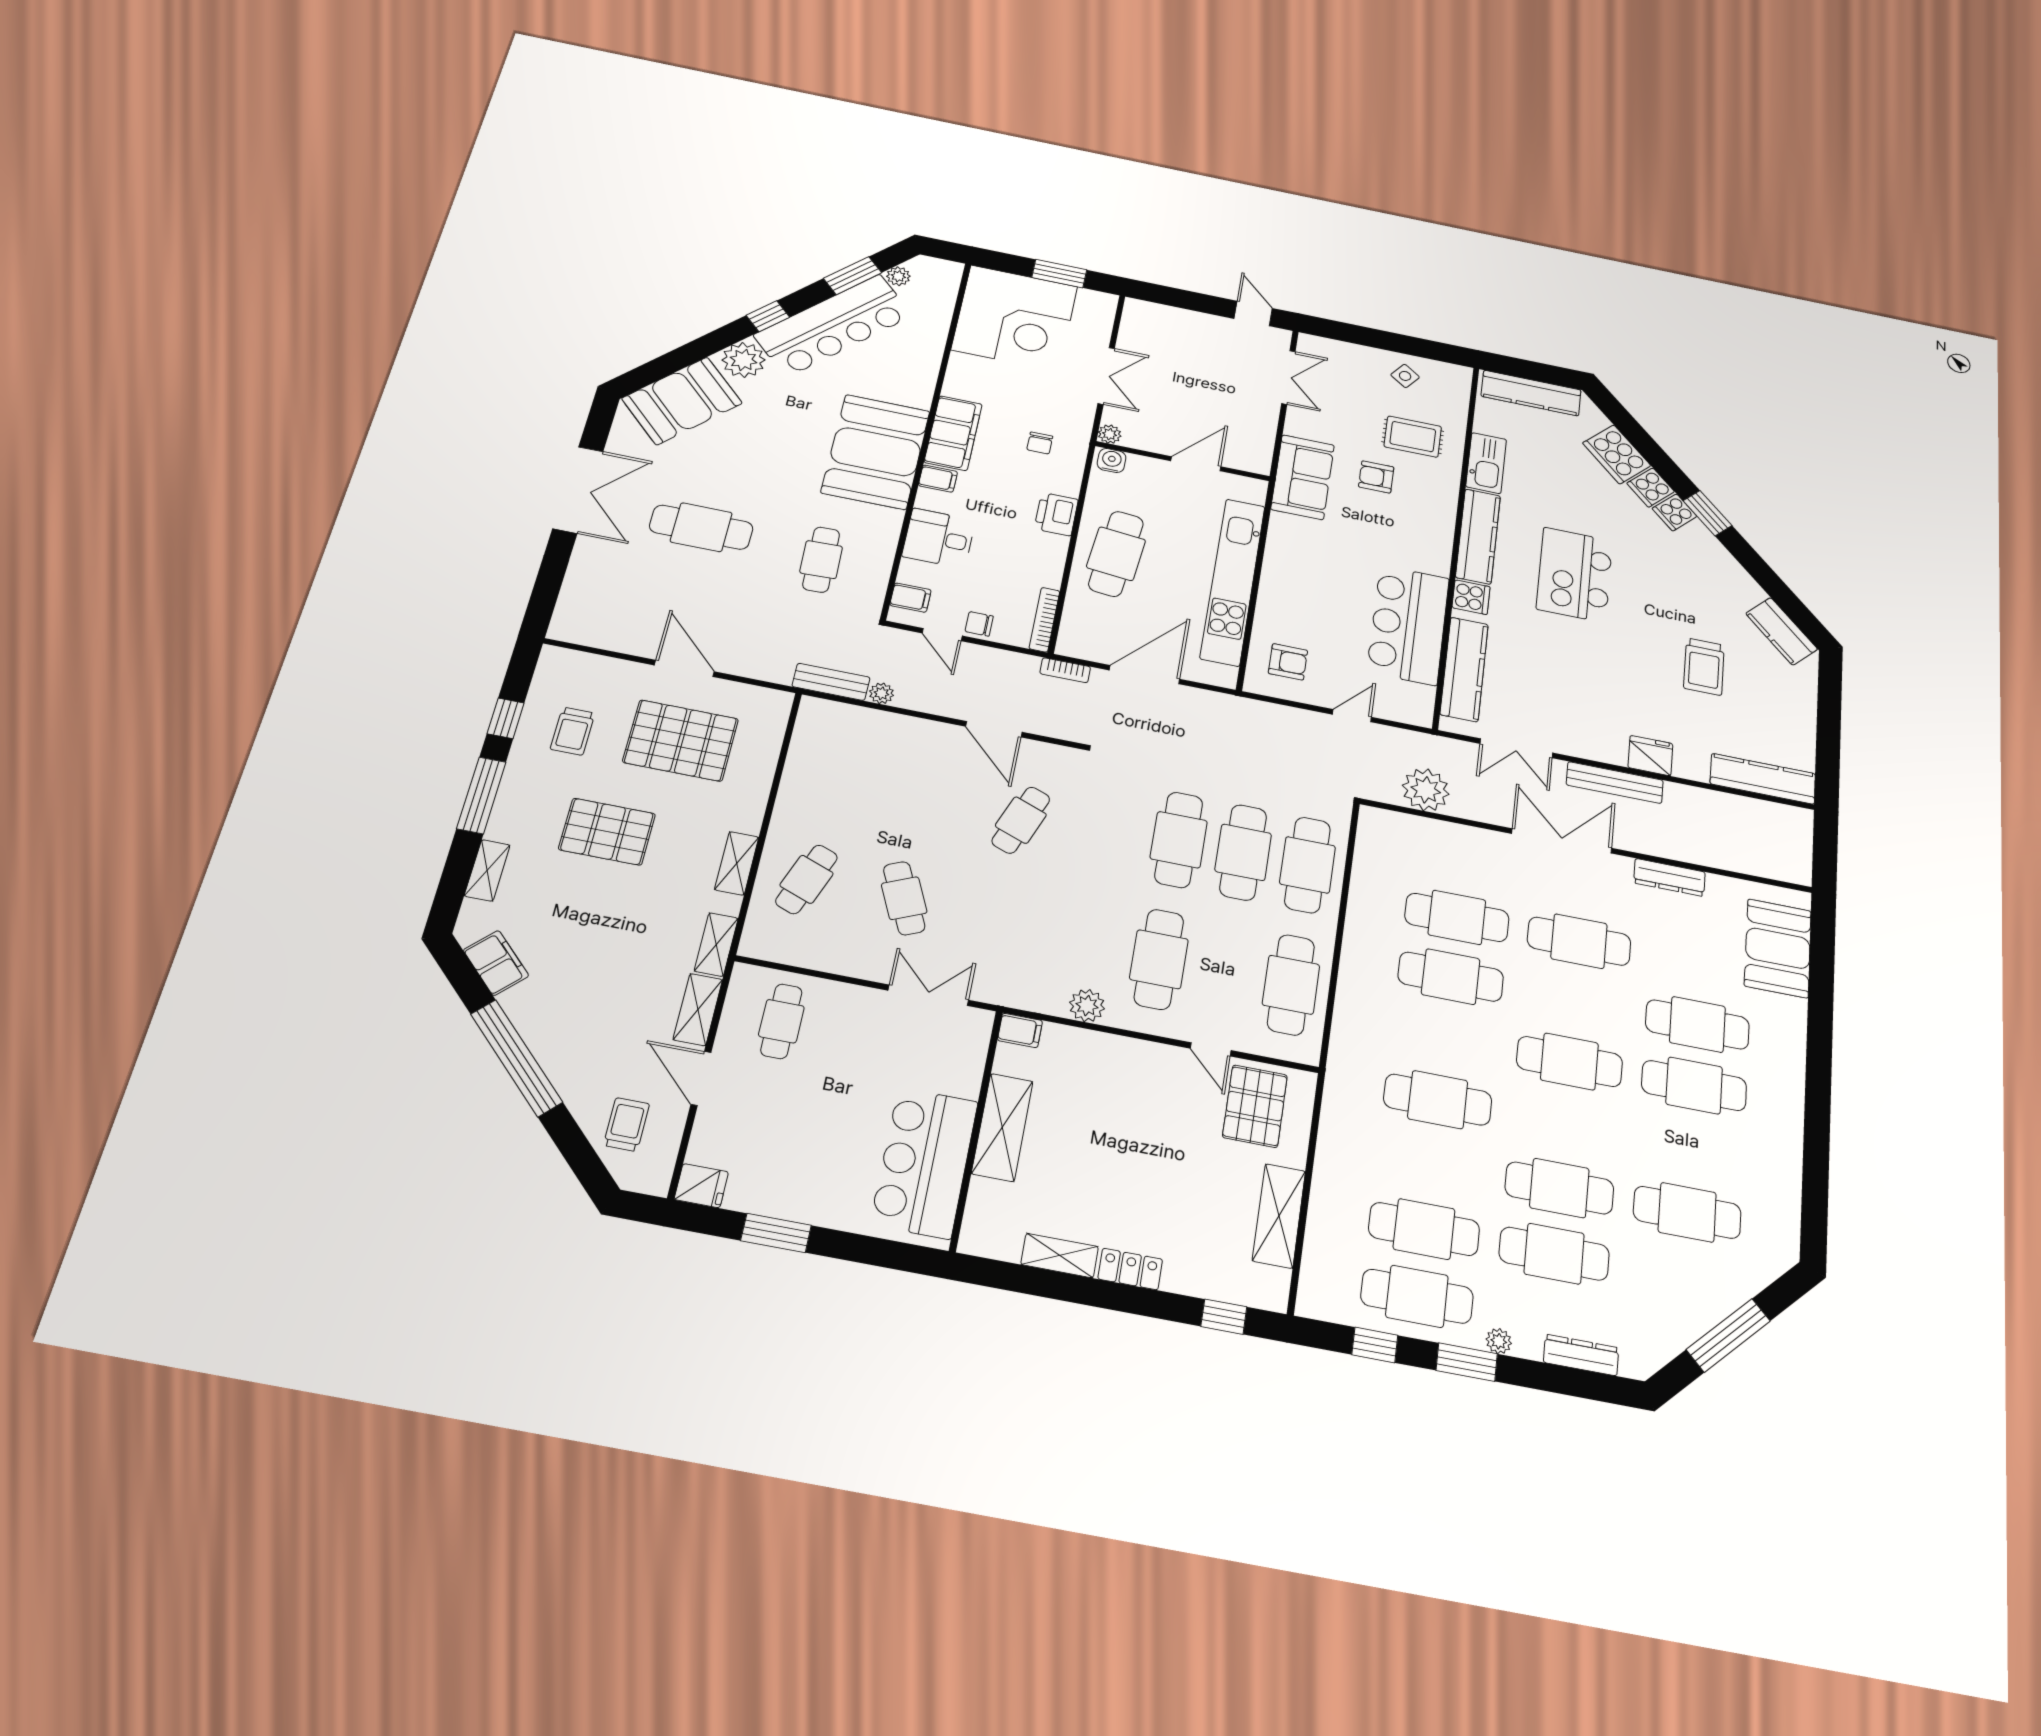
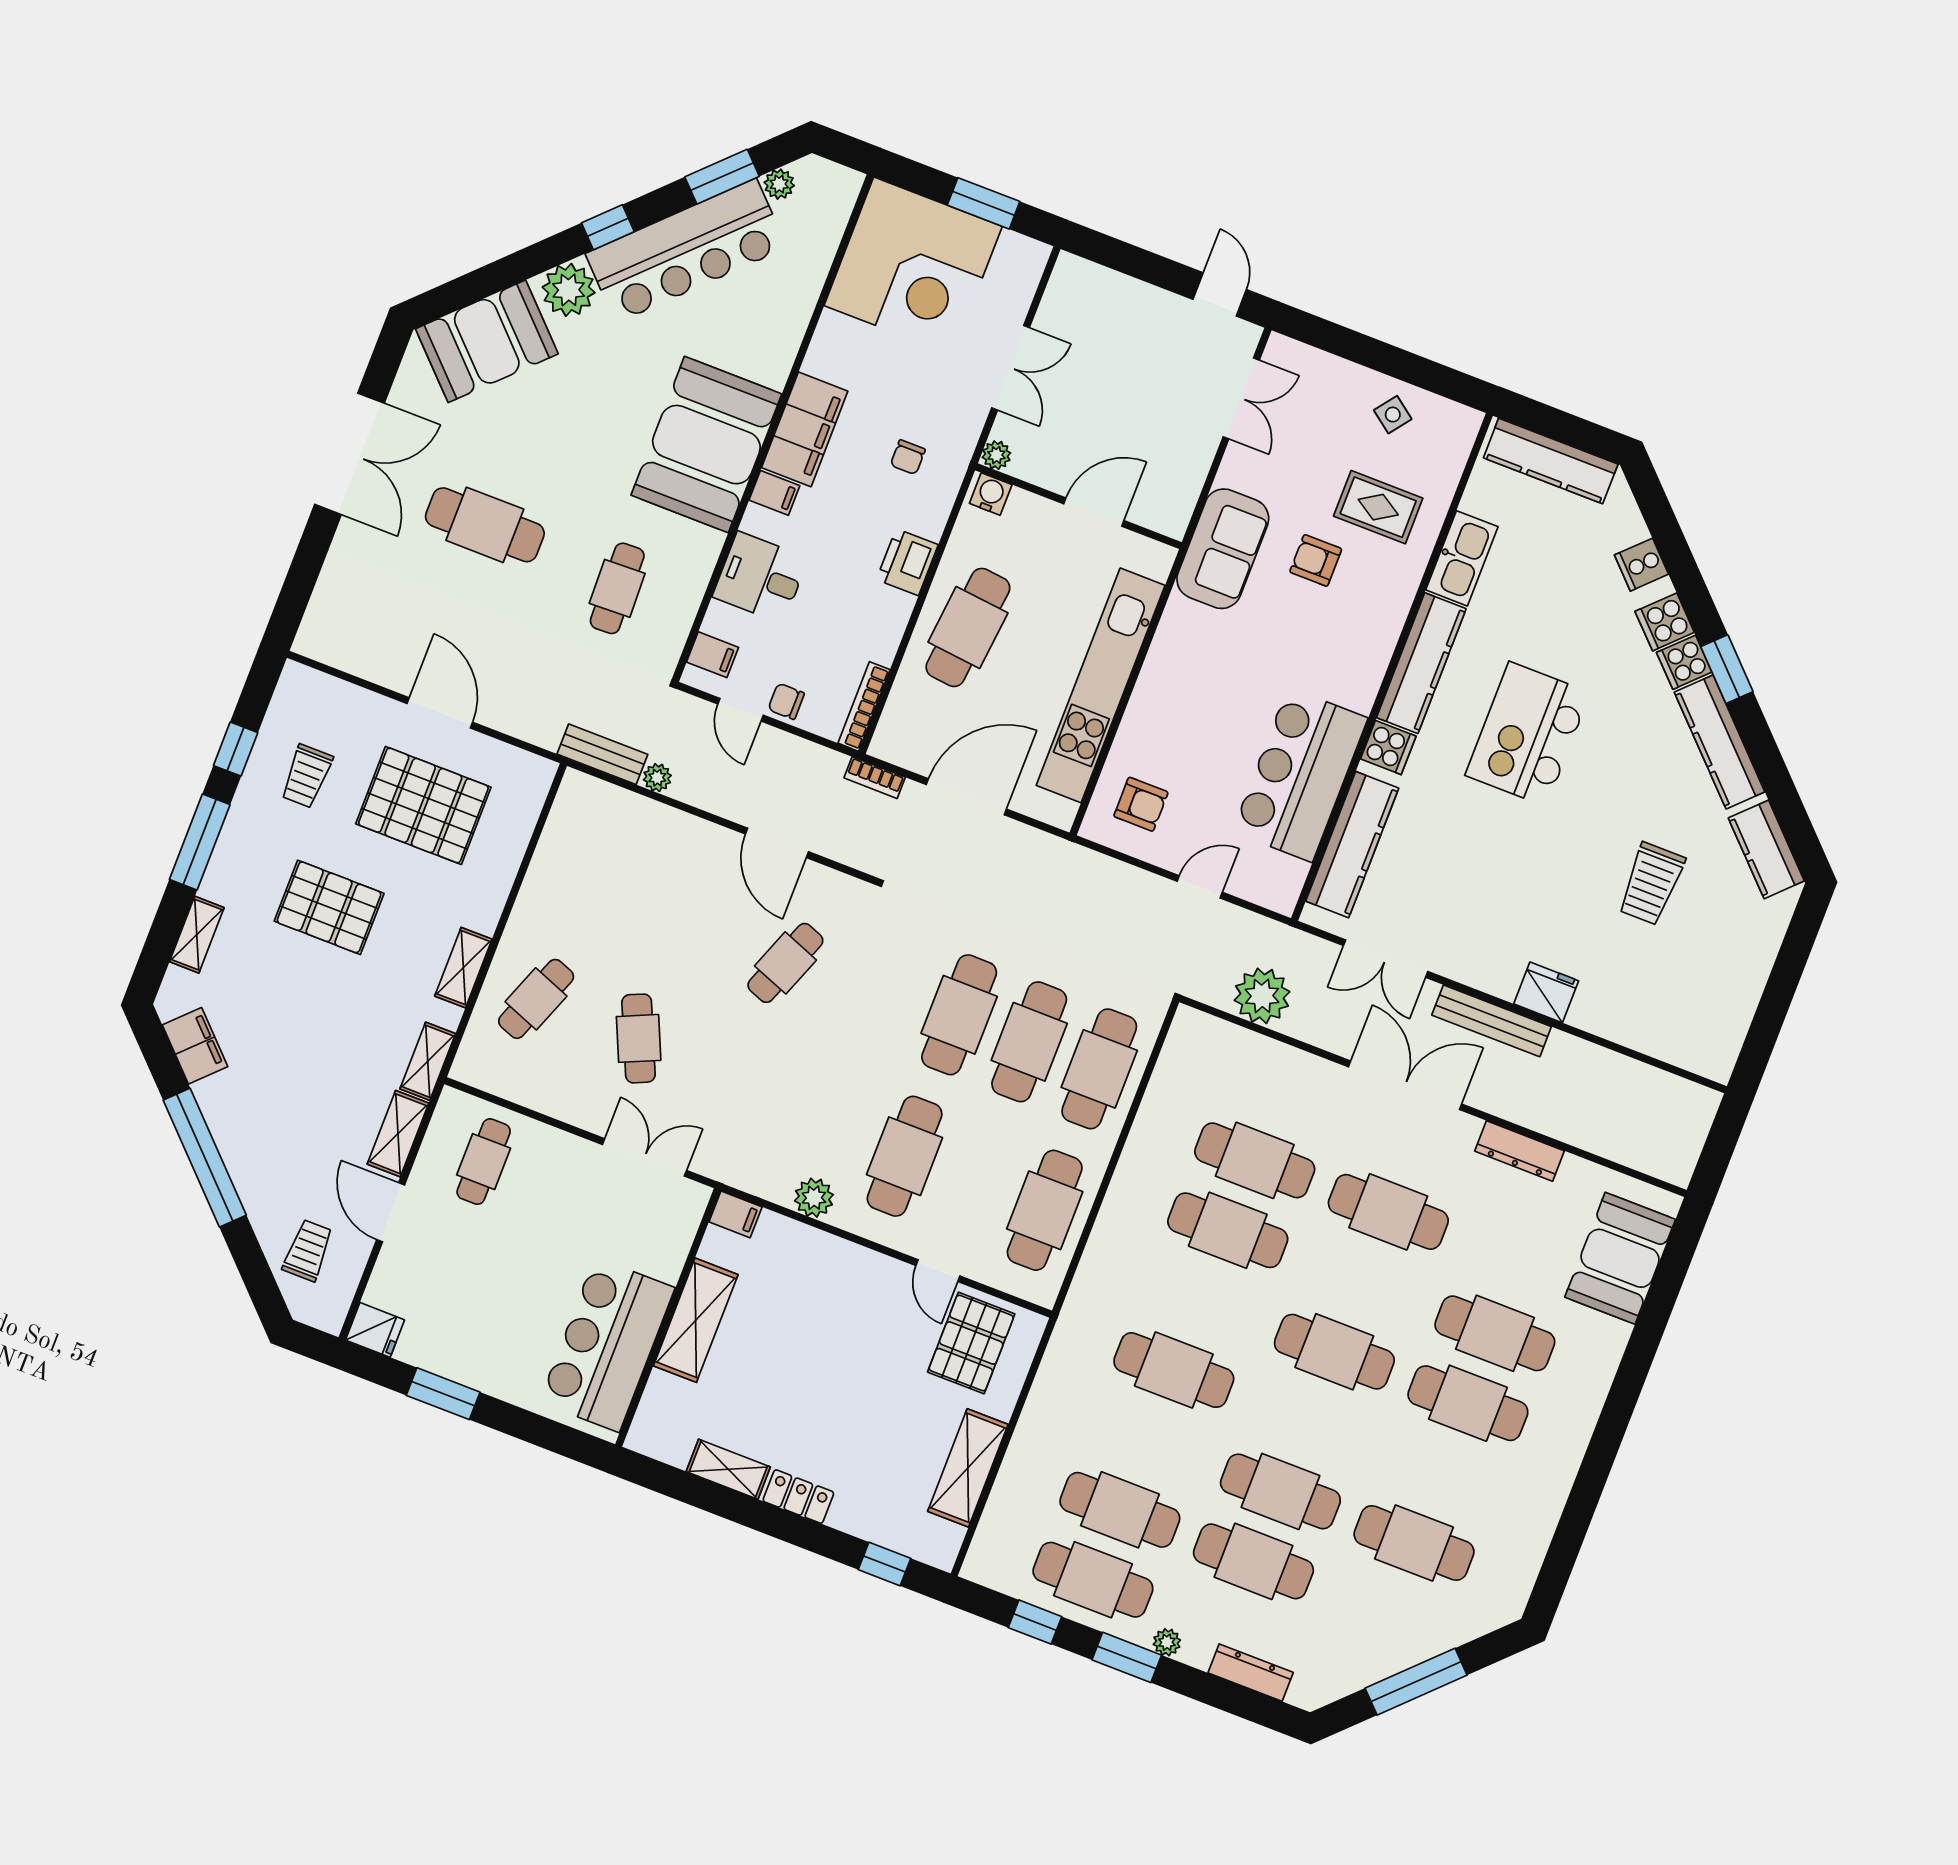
cooker: (1617, 454) -> (1641, 565), width x0.53, depth x0.76
kitchen counter: (1763, 779) -> (1720, 742), moved, turned -135

